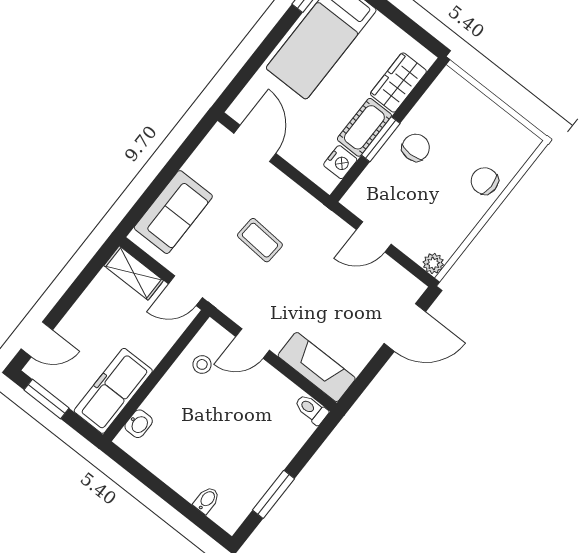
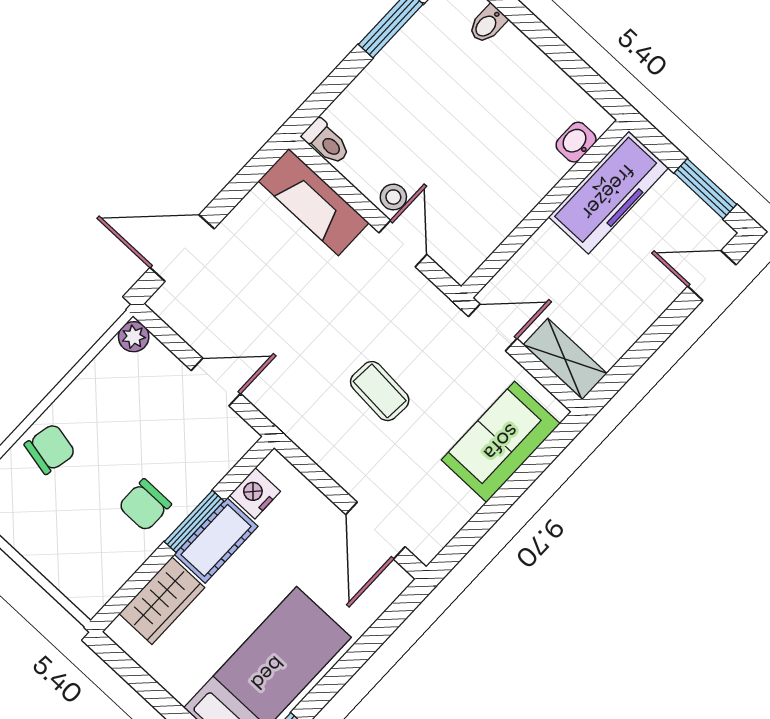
chair: (485, 181) -> (50, 449), turned -78
door: (252, 343) -> (403, 244), hinge flipped
stool: (202, 364) -> (393, 197), moved

